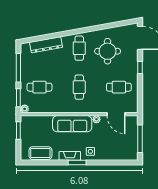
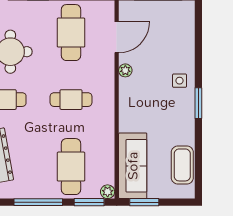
cafe table: (39, 87) -> (71, 167), width x1.37, depth x1.35
cafe table: (119, 87) -> (71, 33), width x1.37, depth x1.35
sofa: (72, 124) -> (133, 166), moved
fireplace: (70, 156) -> (187, 115), removed

